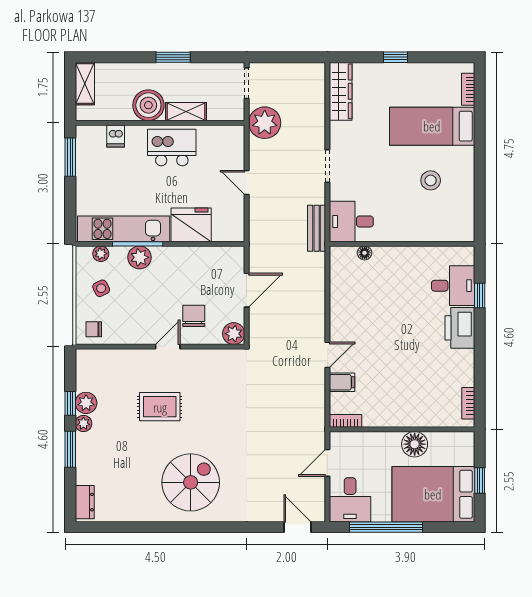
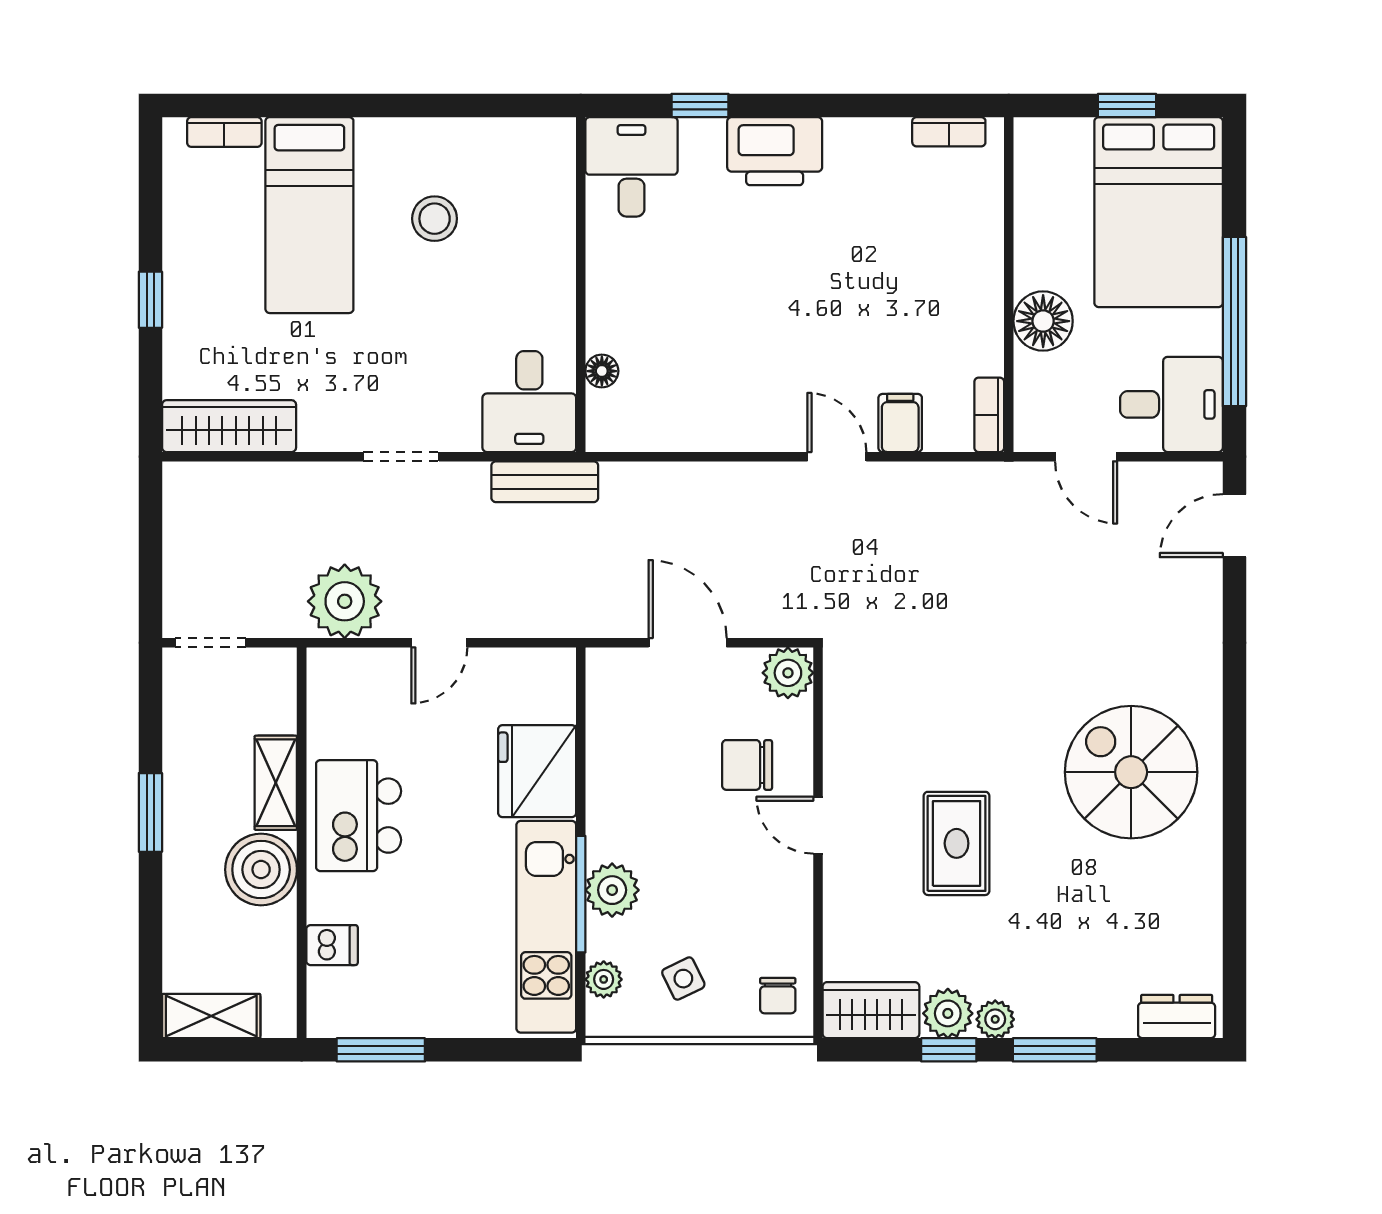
plant: (265, 123) -> (345, 601), moved
desk: (453, 286) -> (632, 167), moved
wardrobe: (87, 370) -> (871, 1010), added
floor lamp: (415, 444) -> (1043, 321), moved

